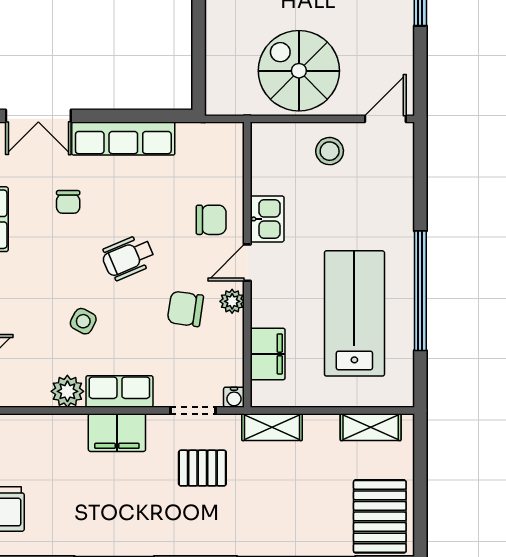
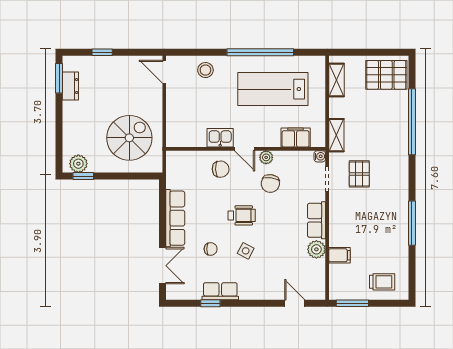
spiral stairs: (299, 71) -> (129, 138), moved, turned 180
stool: (330, 151) -> (205, 70), moved
chair: (211, 220) -> (221, 169), turned 88
wheelchair: (128, 257) -> (242, 215), turned -67
side table: (83, 321) -> (246, 251), moved
filing cabinet: (117, 433) -> (339, 255), moved, width x0.50

